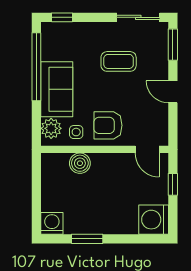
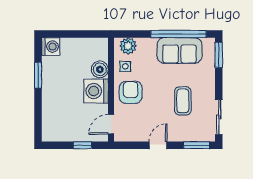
window: (62, 17) -> (219, 55), width x1.50
sofa: (57, 89) -> (180, 51), moved
washing machine: (154, 220) -> (96, 91), moved, turned -90

